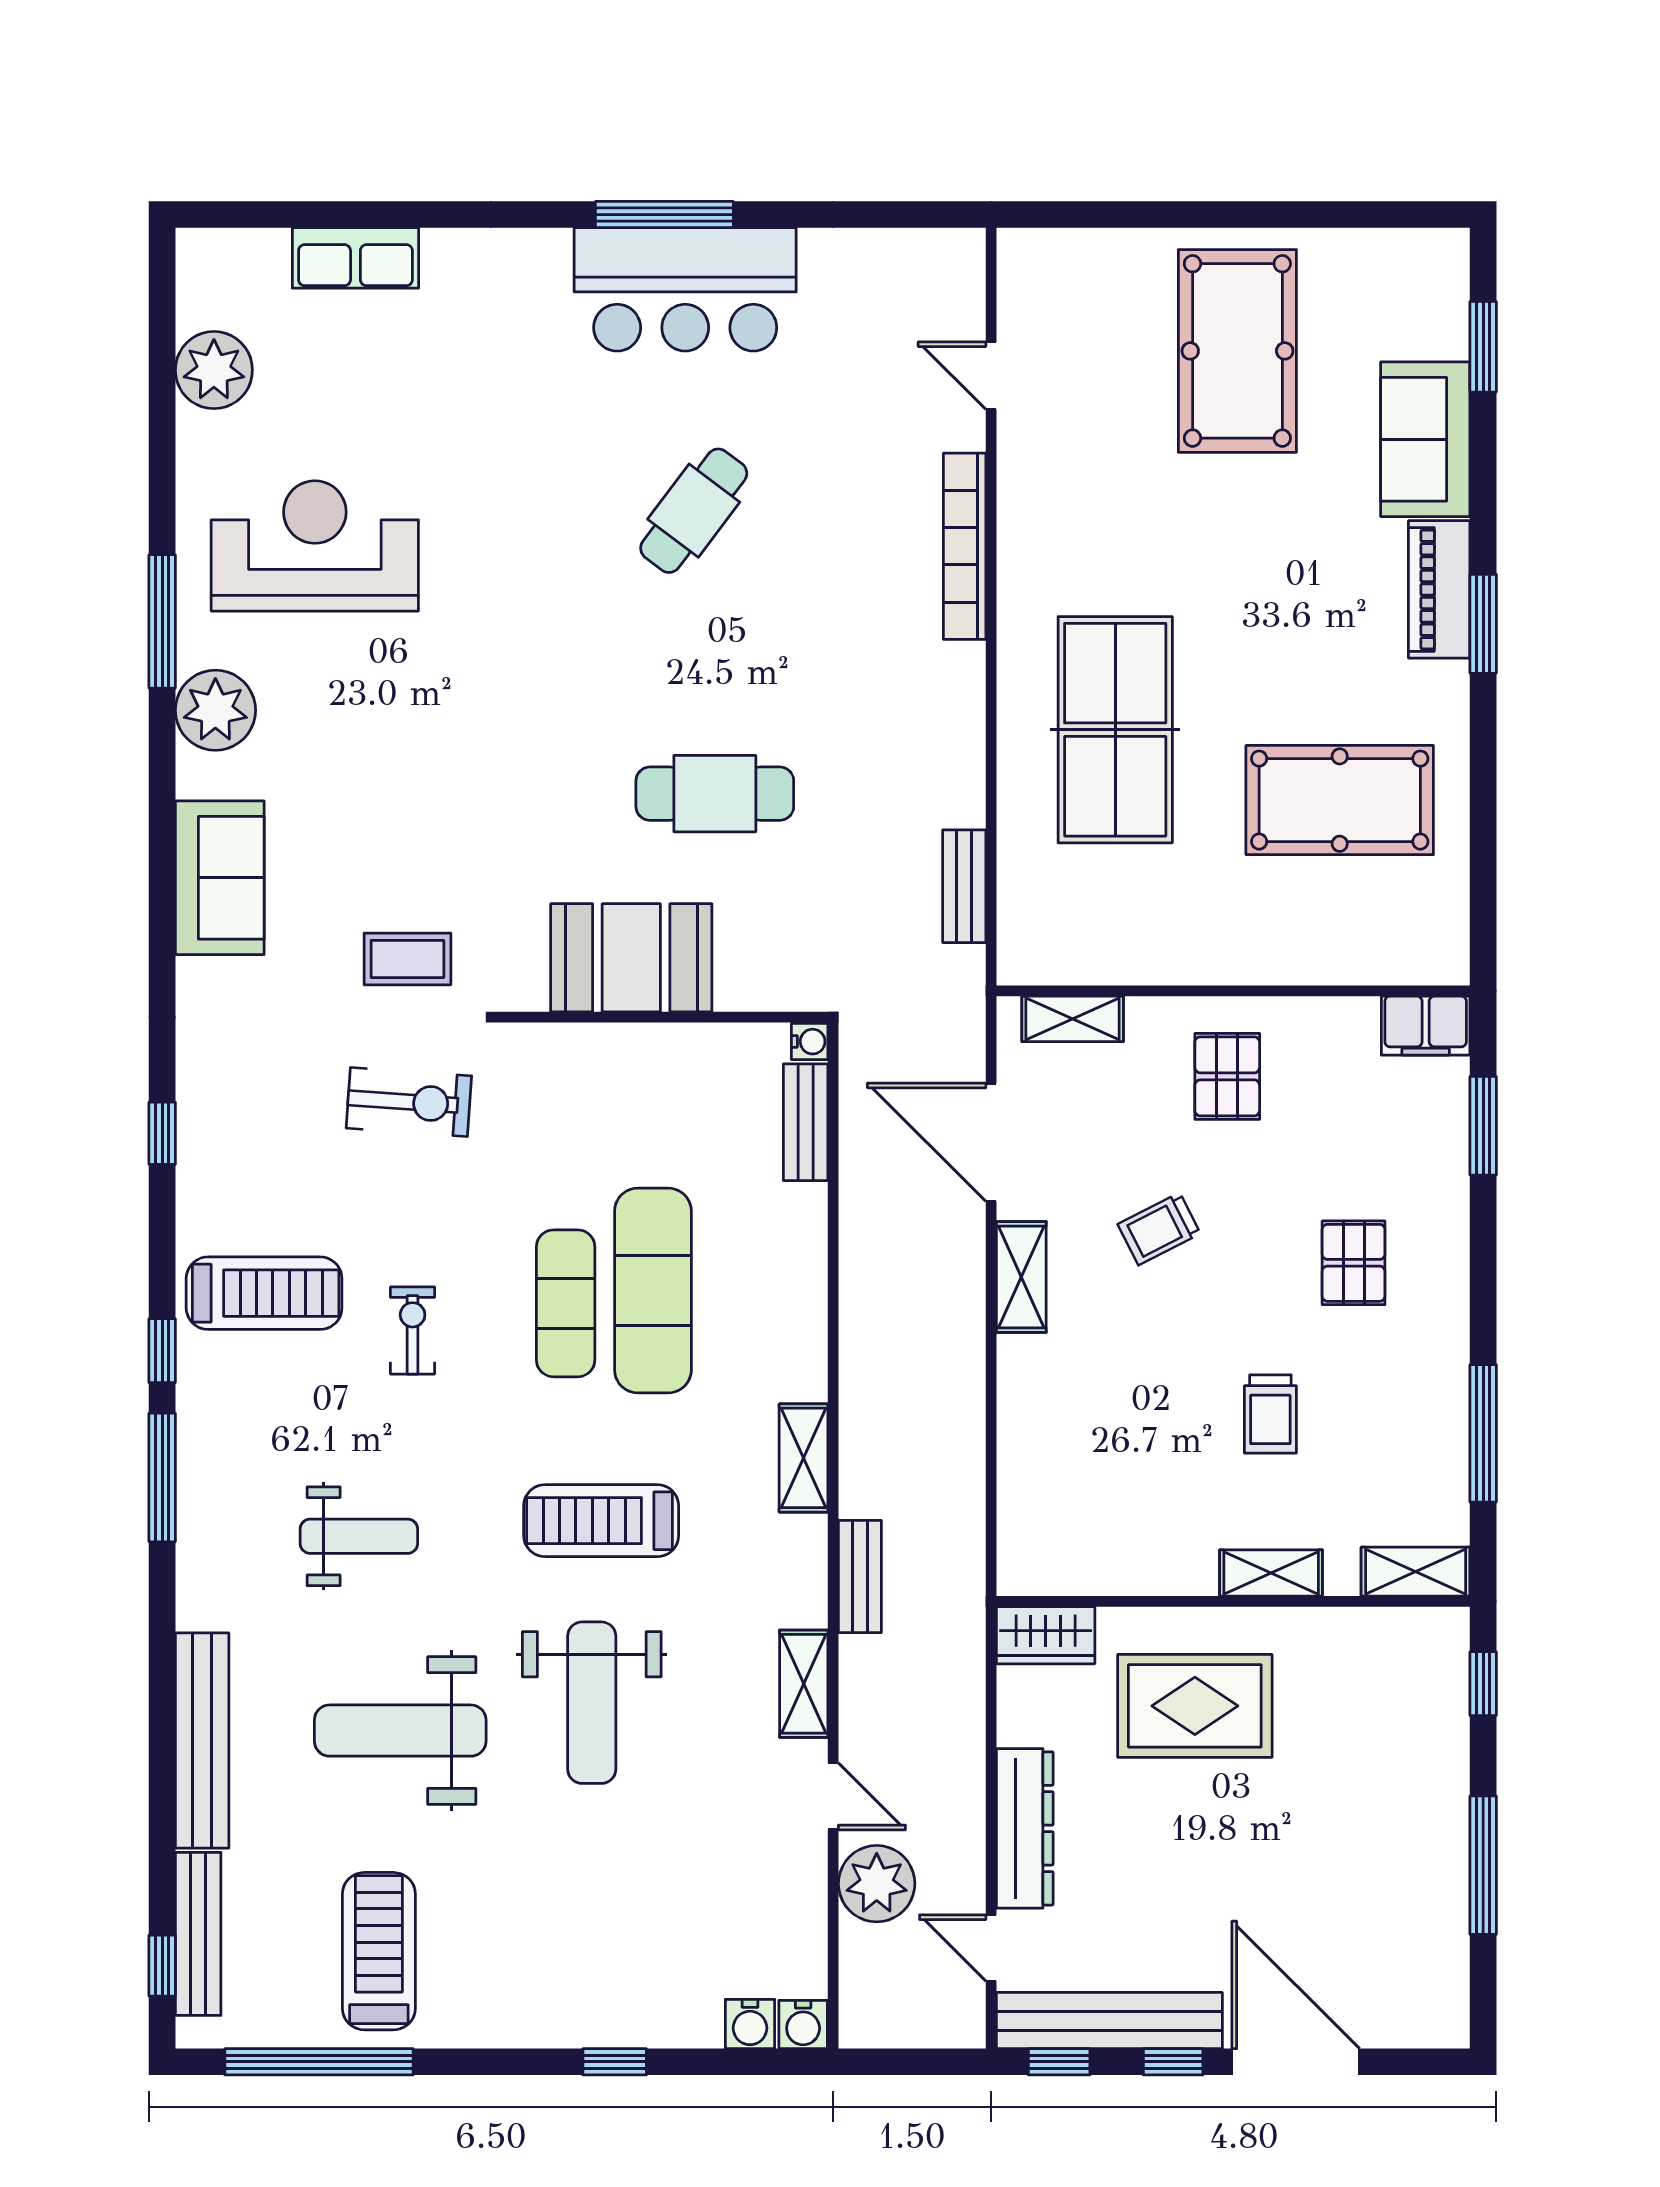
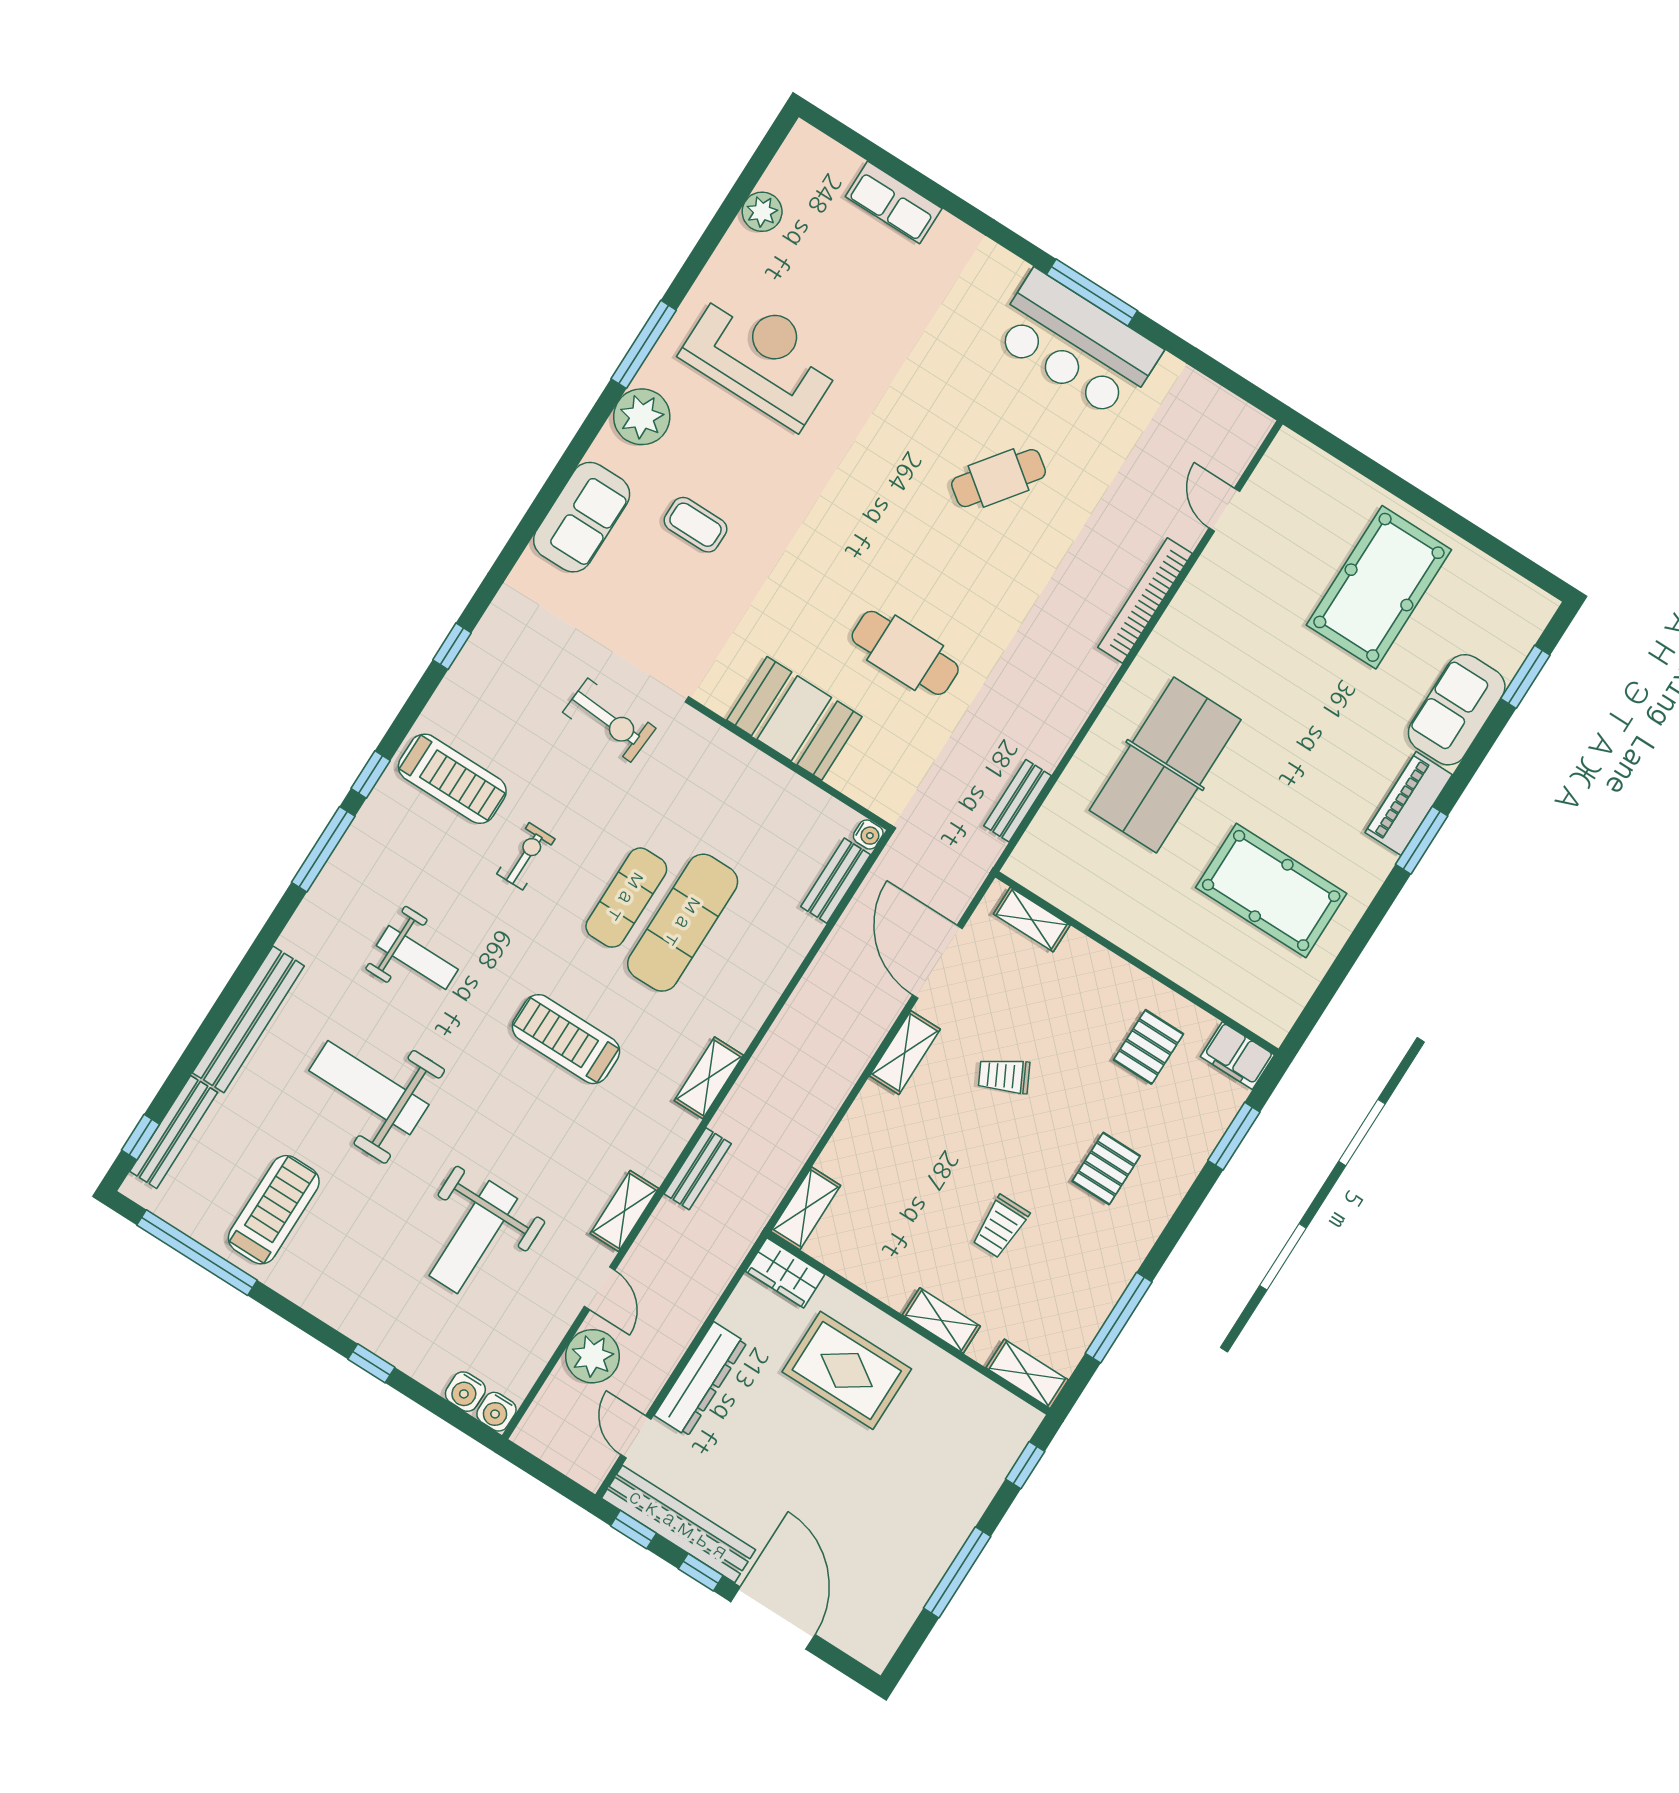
plant: (214, 370) -> (762, 212), width x0.73, depth x0.73
coffee table: (407, 959) -> (696, 525), moved
pallet: (1227, 1076) -> (1149, 1047), moved
shelving: (1021, 1541) -> (806, 1208), added
weight bench: (592, 1703) -> (473, 1237), moved

